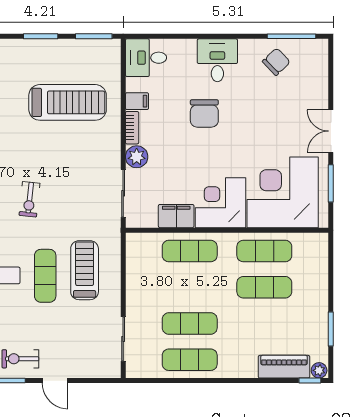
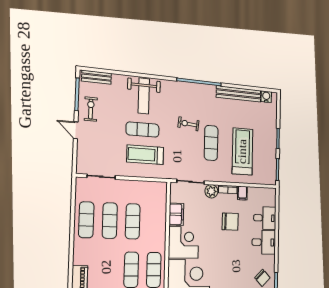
desk: (146, 58) -> (265, 218), moved, turned 90
treadmill: (68, 102) -> (242, 151), turned 180
chair: (204, 113) -> (230, 222), moved, turned 180
exercise mat: (58, 159) -> (211, 143), added
exercise mat: (190, 251) -> (133, 221), moved
treadmill: (85, 270) -> (145, 155), turned 180
door: (55, 381) -> (76, 130), hinge flipped

